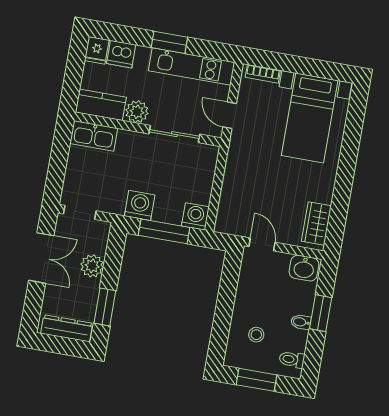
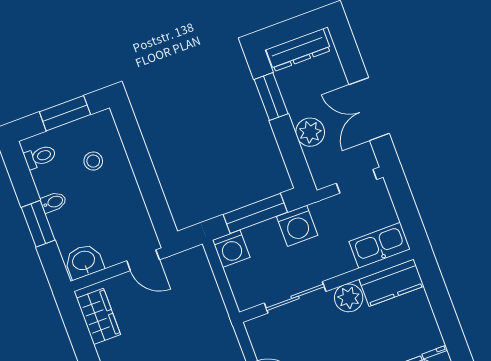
kitchen counter: (101, 105) -> (391, 283), moved
plant: (137, 112) -> (349, 298), moved
wall: (148, 129) -> (326, 286), moved
sliding door: (174, 134) -> (295, 297), moved
kitchen sink: (94, 136) -> (380, 245), moved

